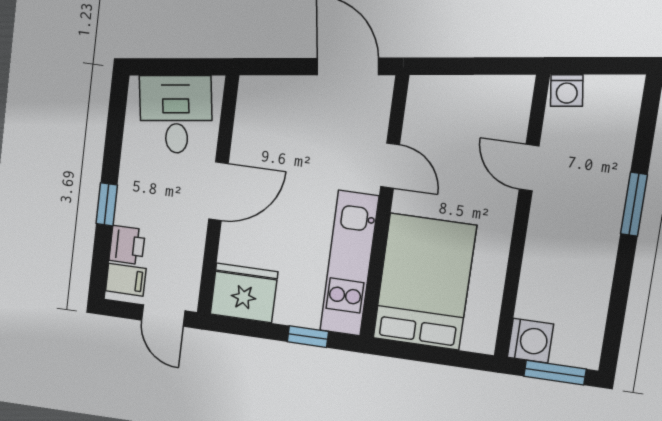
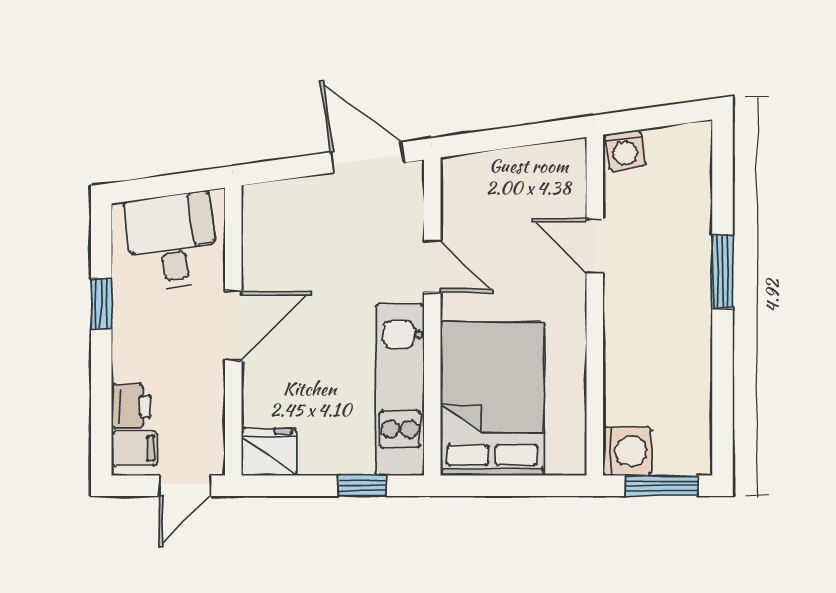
window: (107, 204) -> (101, 304), moved
fridge: (244, 293) -> (269, 452), width x0.73, depth x0.75
door: (163, 316) -> (185, 486), hinge flipped

